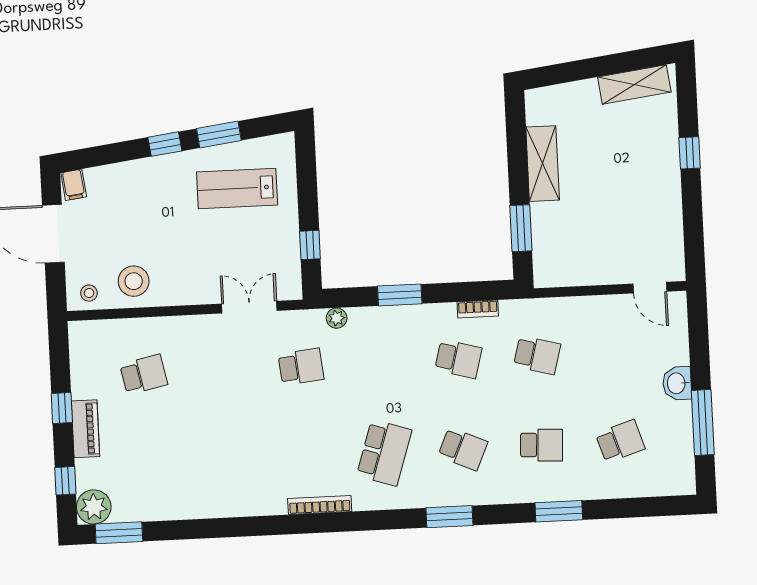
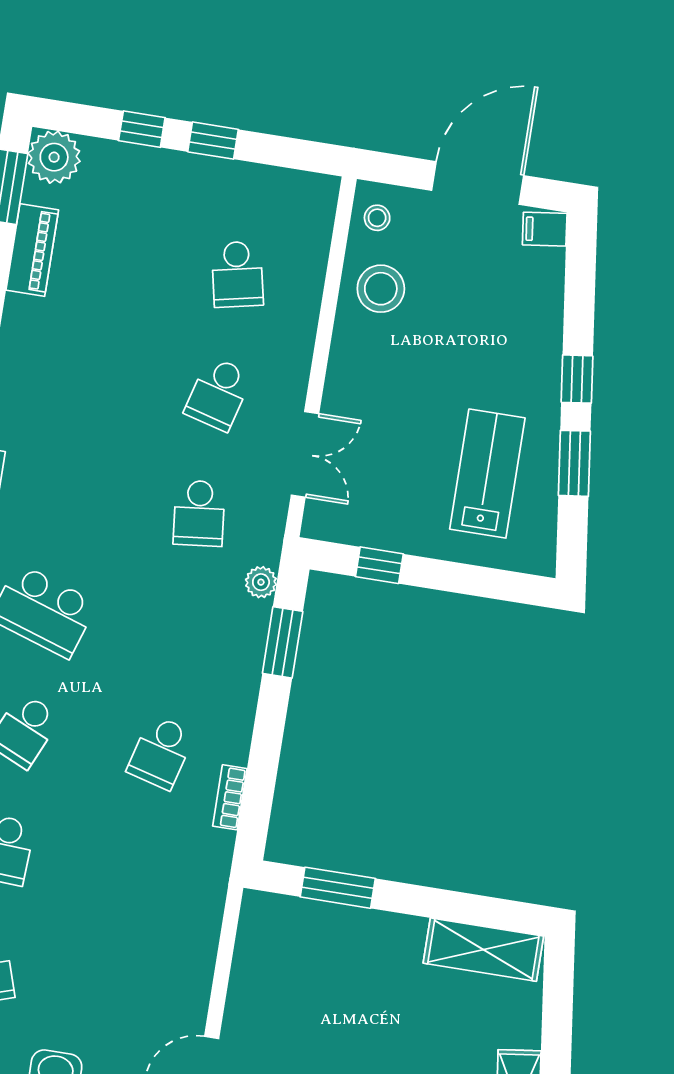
shelving: (543, 164) -> (483, 950), moved
window: (400, 295) -> (283, 642), moved
school desk: (537, 355) -> (218, 394), moved
piano: (85, 429) -> (32, 250), moved, turned -90
window: (65, 481) -> (142, 129), moved

